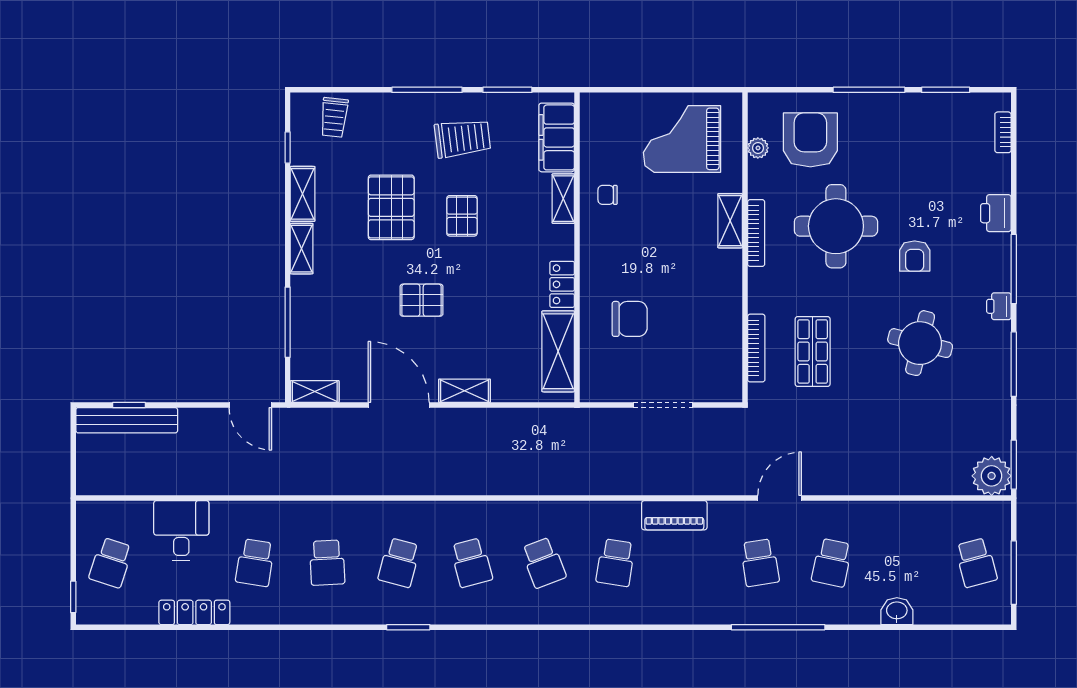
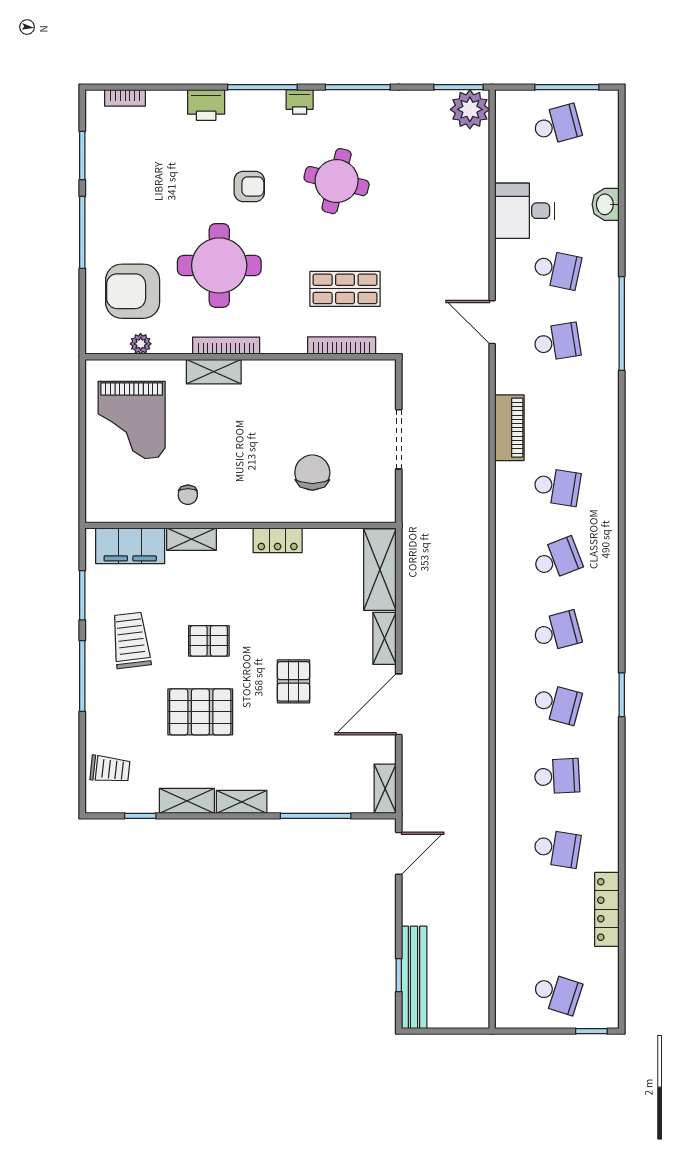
shelving: (558, 351) -> (380, 570), moved, turned 90
desk: (181, 530) -> (525, 211), moved

